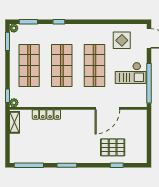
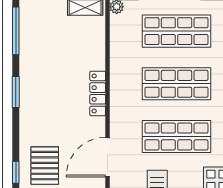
door: (107, 108) -> (107, 157), hinge flipped
locker: (46, 114) -> (98, 93), moved

